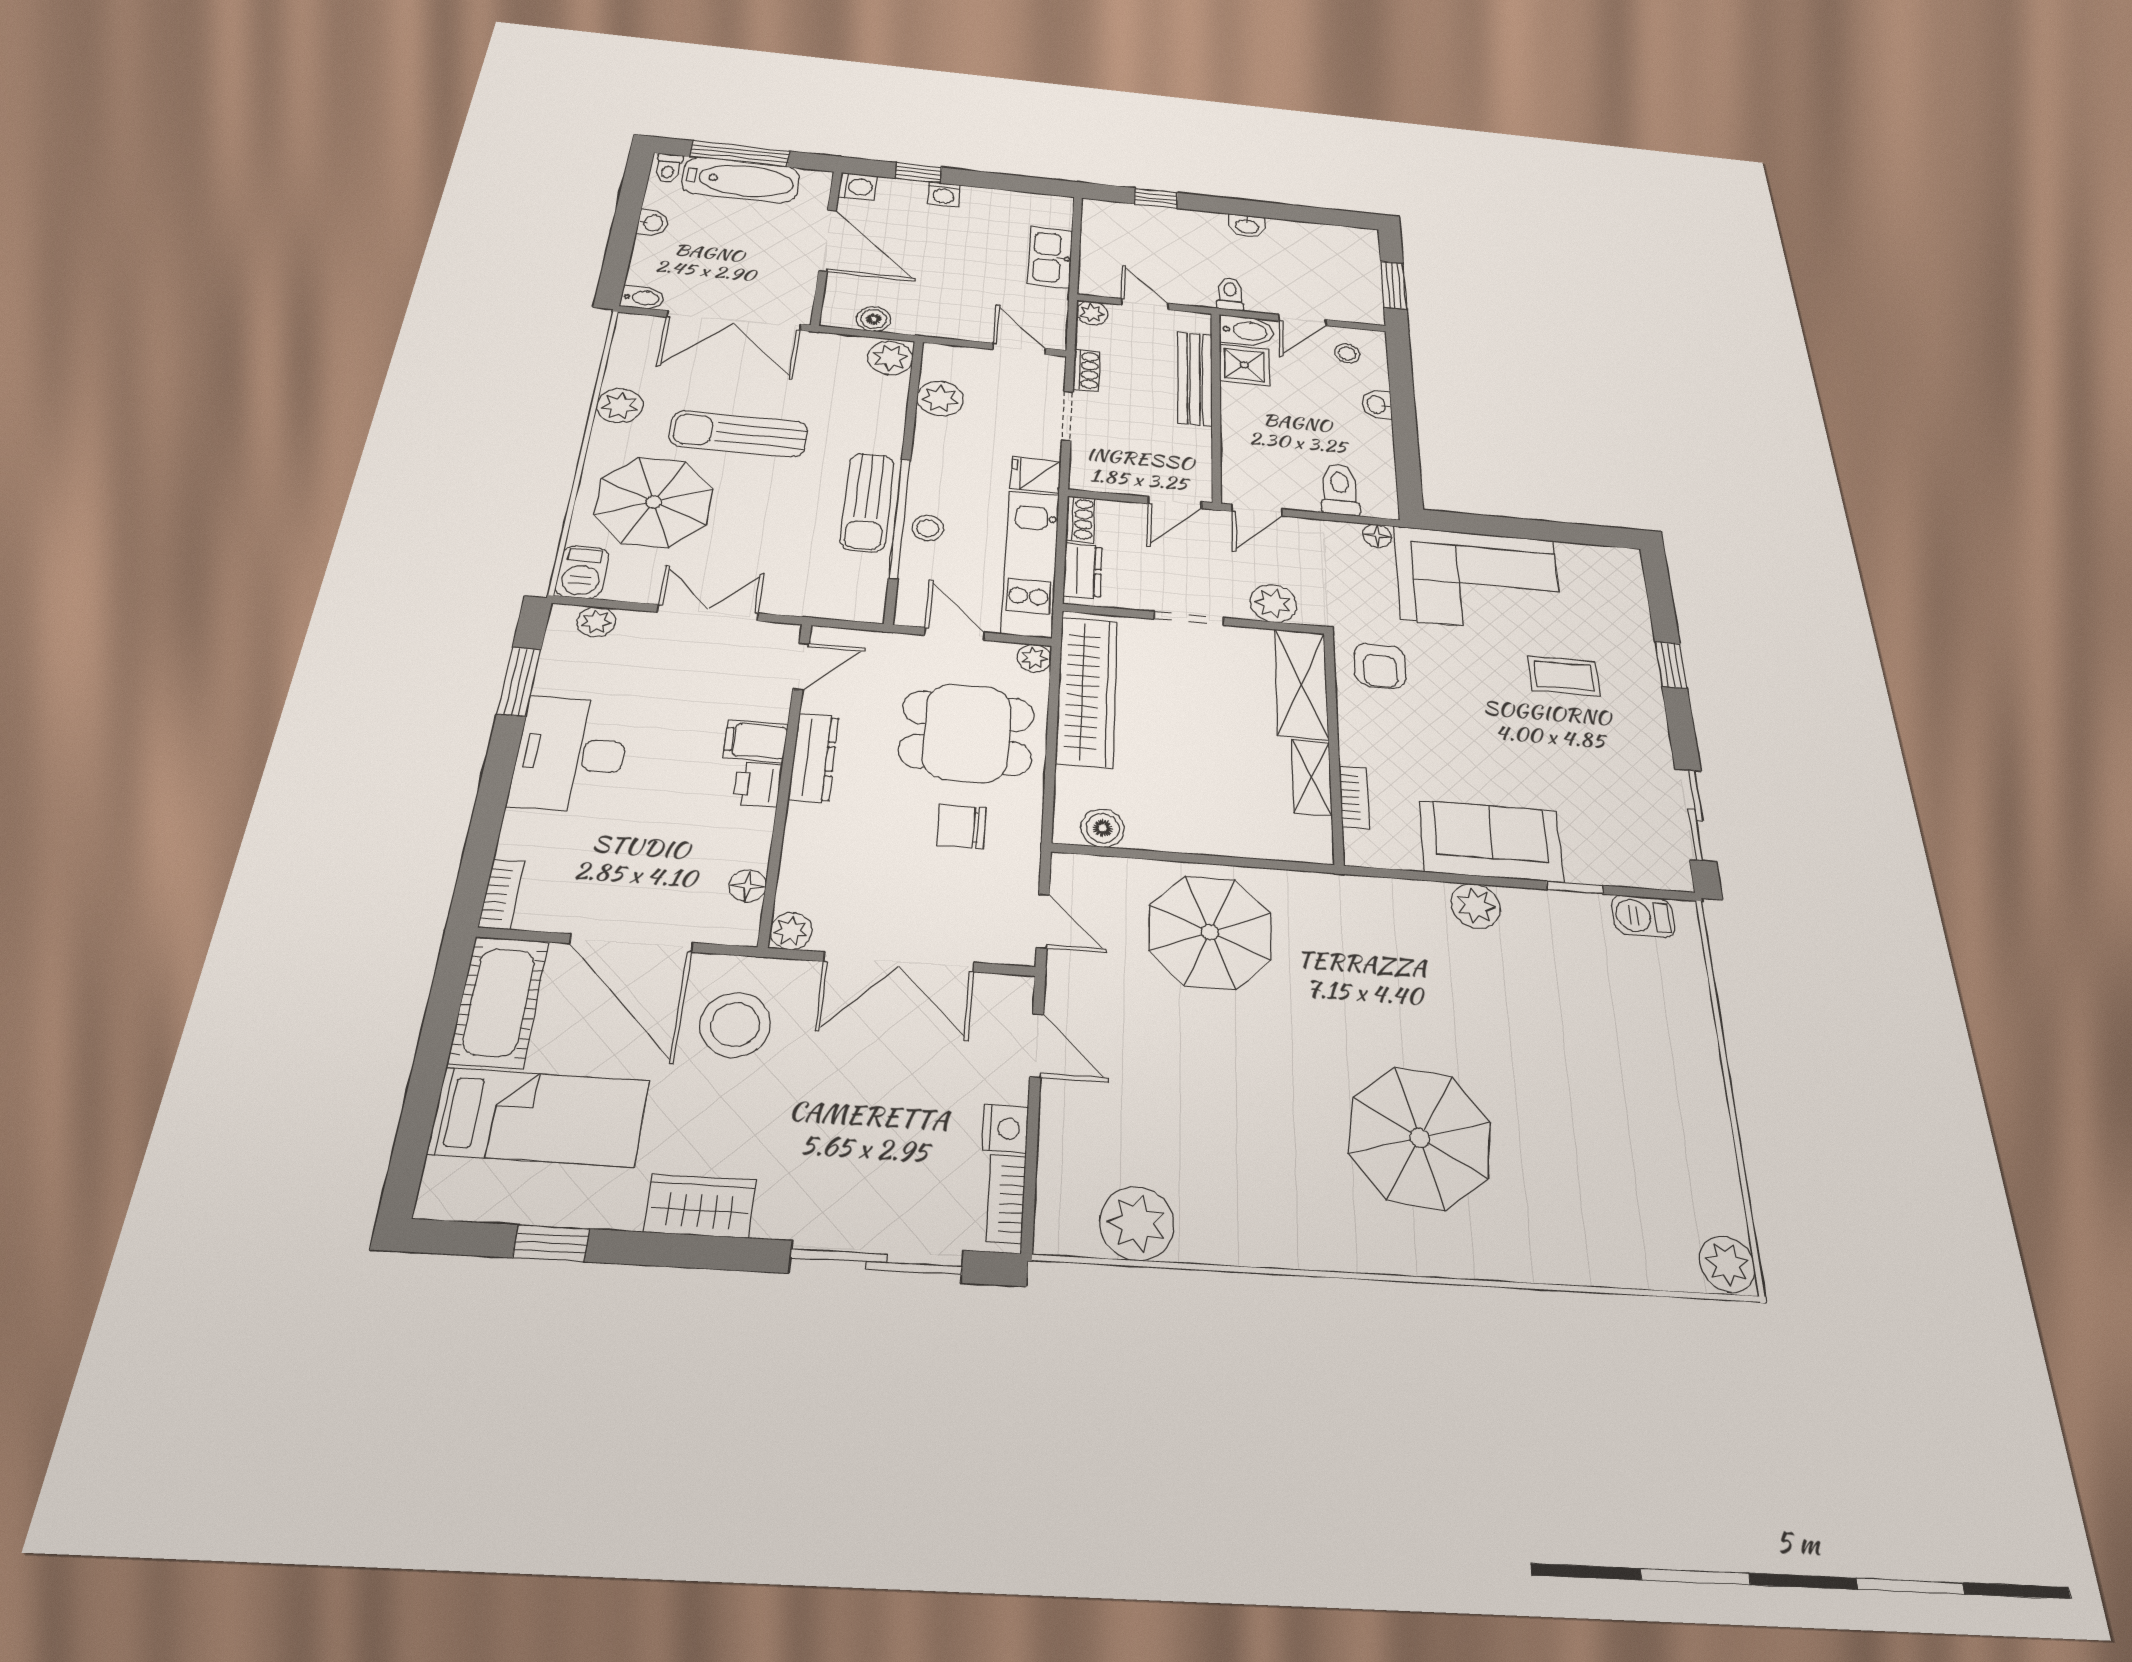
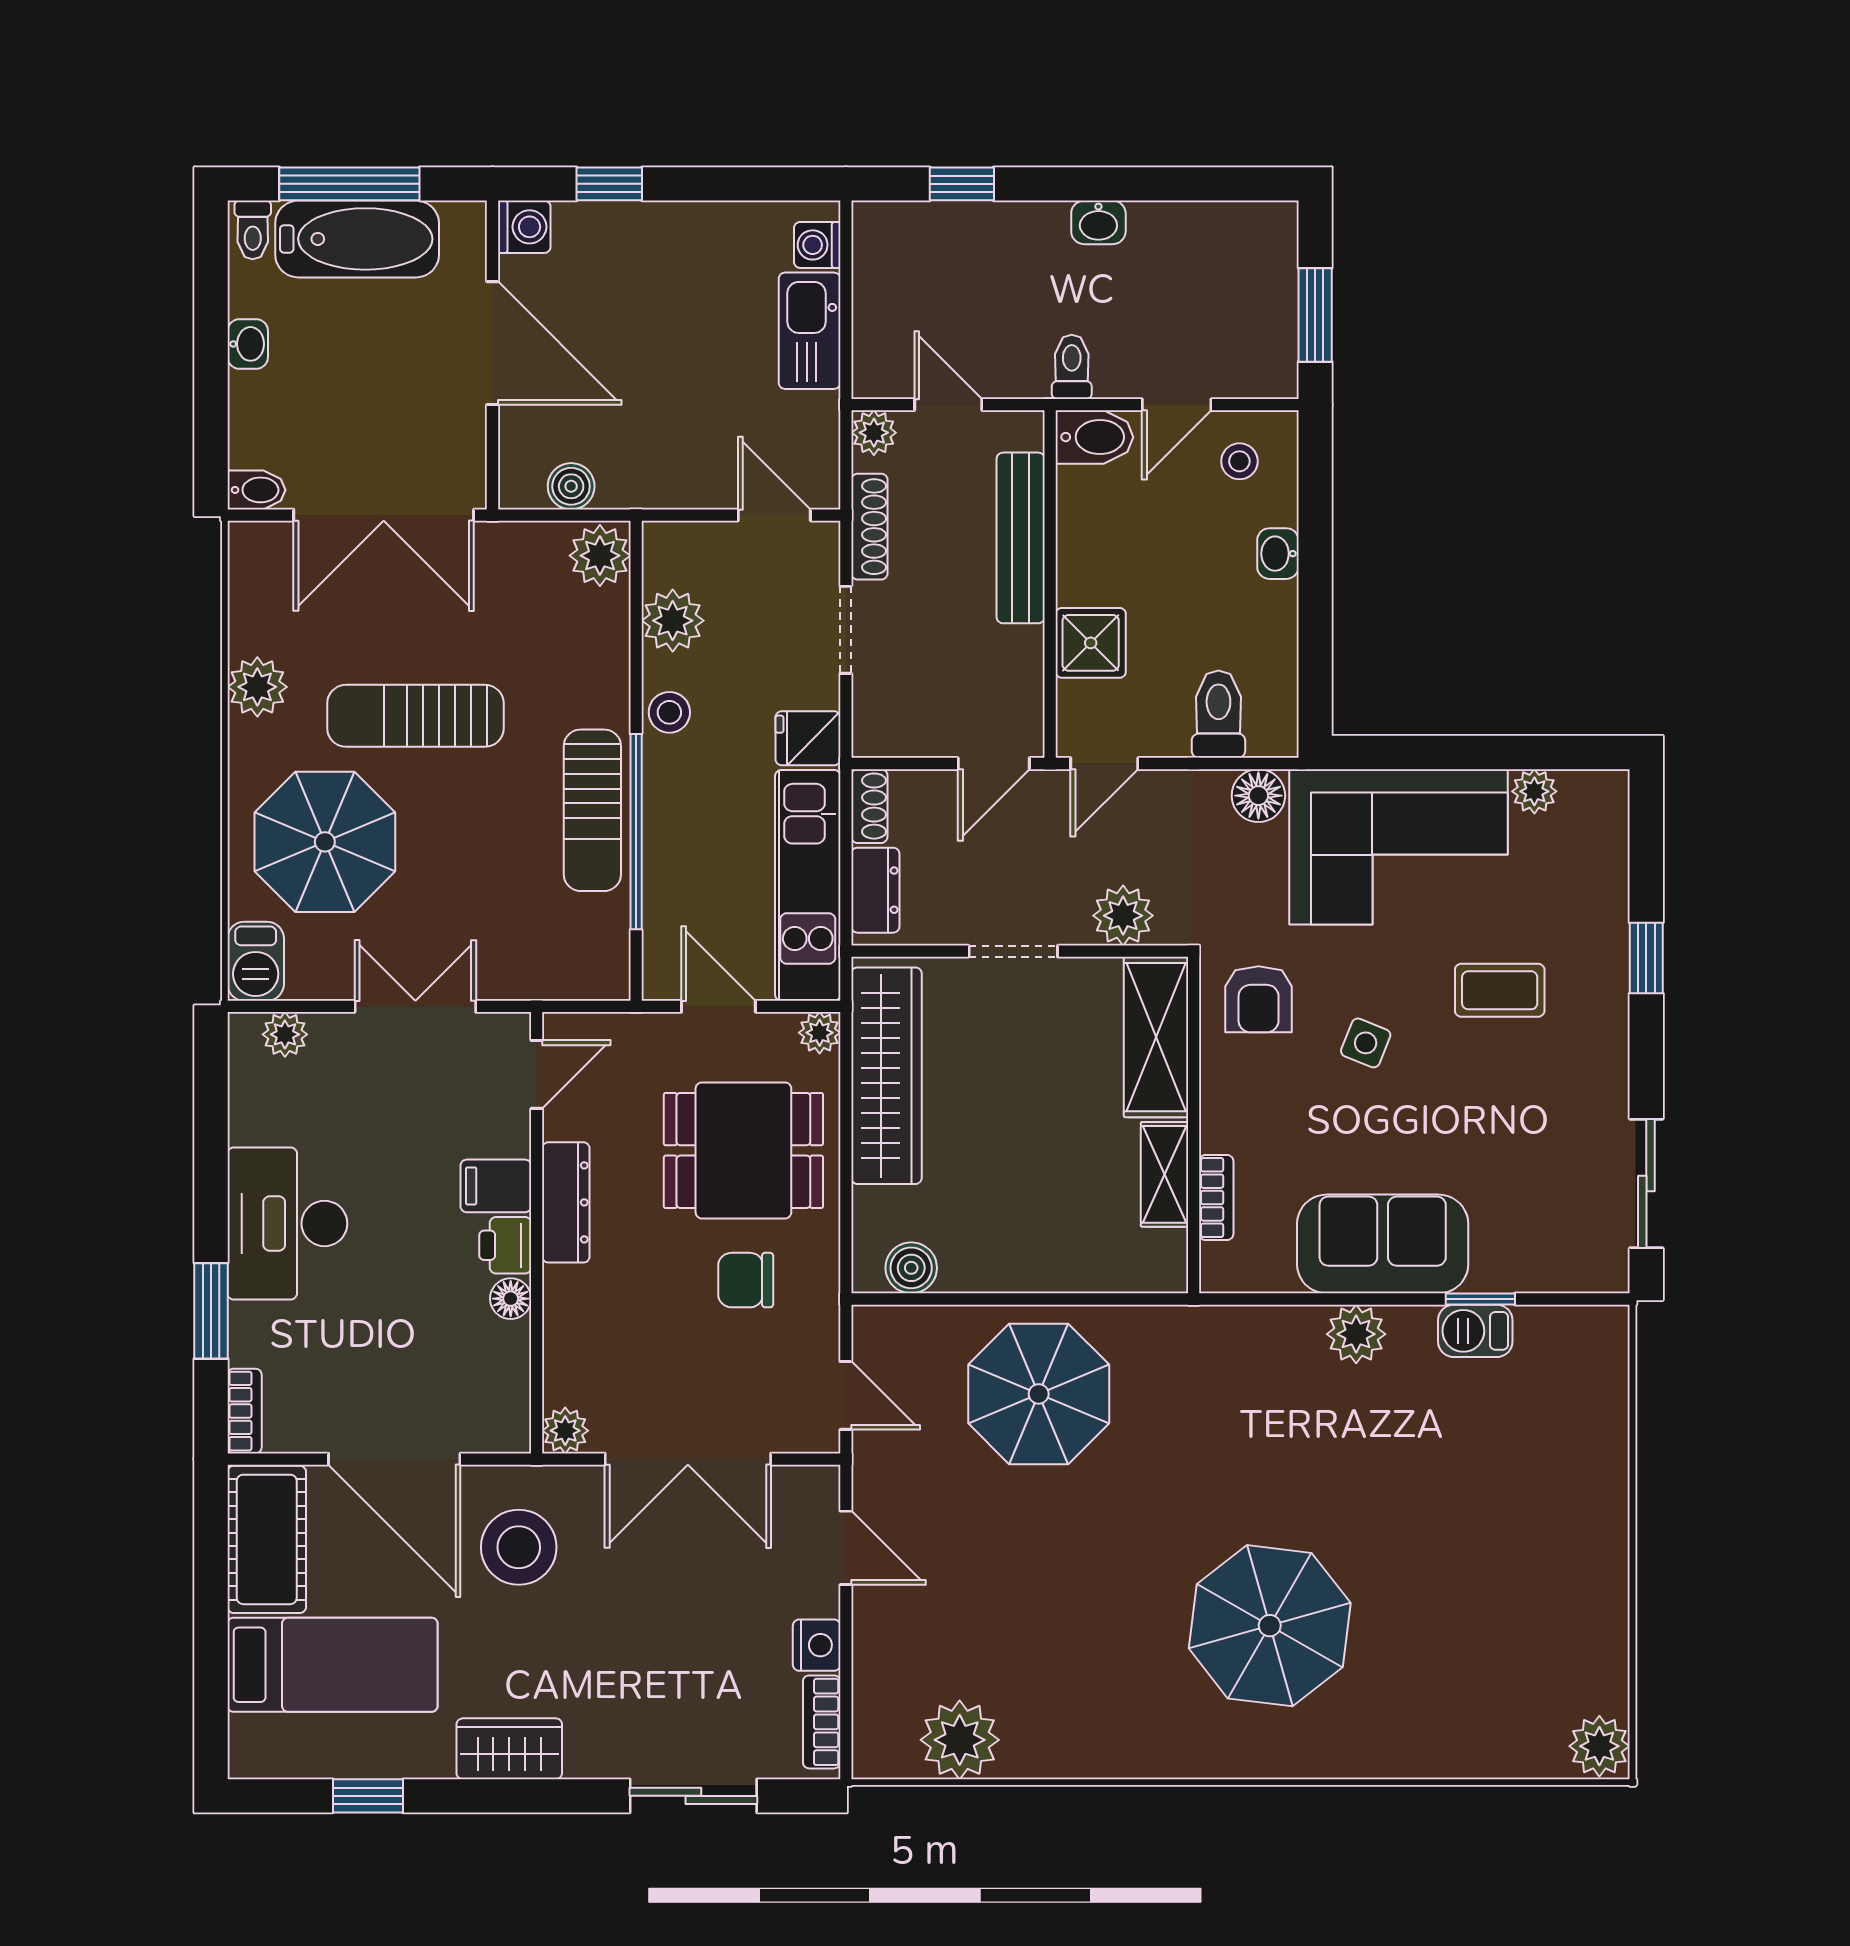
washing machine: (944, 194) -> (817, 245), moved, turned 90
shower: (1244, 365) -> (1091, 643), moved
shoe rack: (1087, 370) -> (869, 527), width x1.43
stool: (928, 528) -> (669, 712), moved
floor lamp: (1377, 536) -> (1258, 796), width x1.37, depth x1.37
plant: (1573, 556) -> (1534, 791), added
window: (519, 682) -> (211, 1311), moved
side table: (1465, 701) -> (1366, 1043), added
floor lamp: (748, 886) -> (511, 1299), moved
barbecue: (1643, 916) -> (1475, 1331), moved
sliding door: (877, 1262) -> (693, 1796), width x0.73

